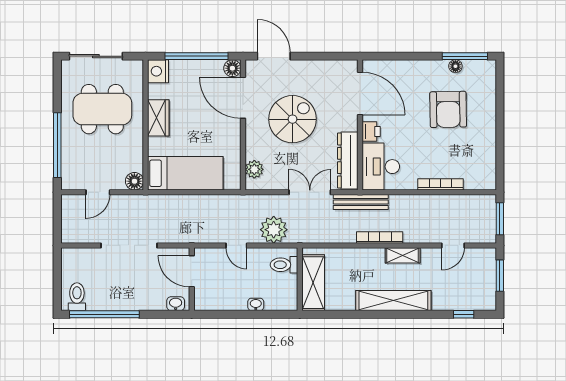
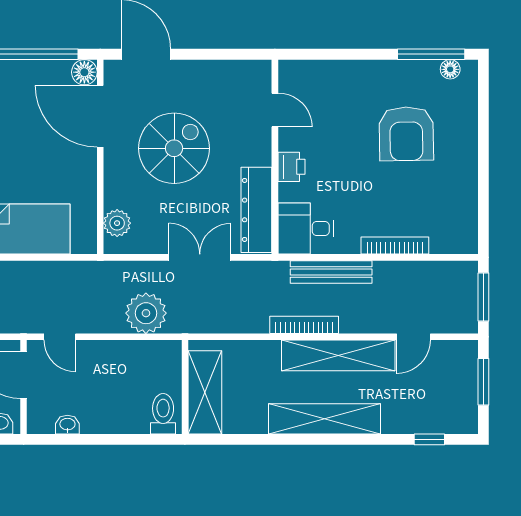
floor lamp: (455, 66) -> (450, 69), moved
door: (360, 94) -> (275, 110), width x0.53
desk: (381, 167) -> (306, 229), width x0.73
bench: (361, 202) -> (331, 272), moved
door: (236, 245) -> (60, 337), moved
shelving: (403, 255) -> (338, 355), width x2.20, depth x1.33
toilet: (284, 265) -> (163, 414), moved, turned 90
washbasin: (256, 304) -> (67, 425), moved

